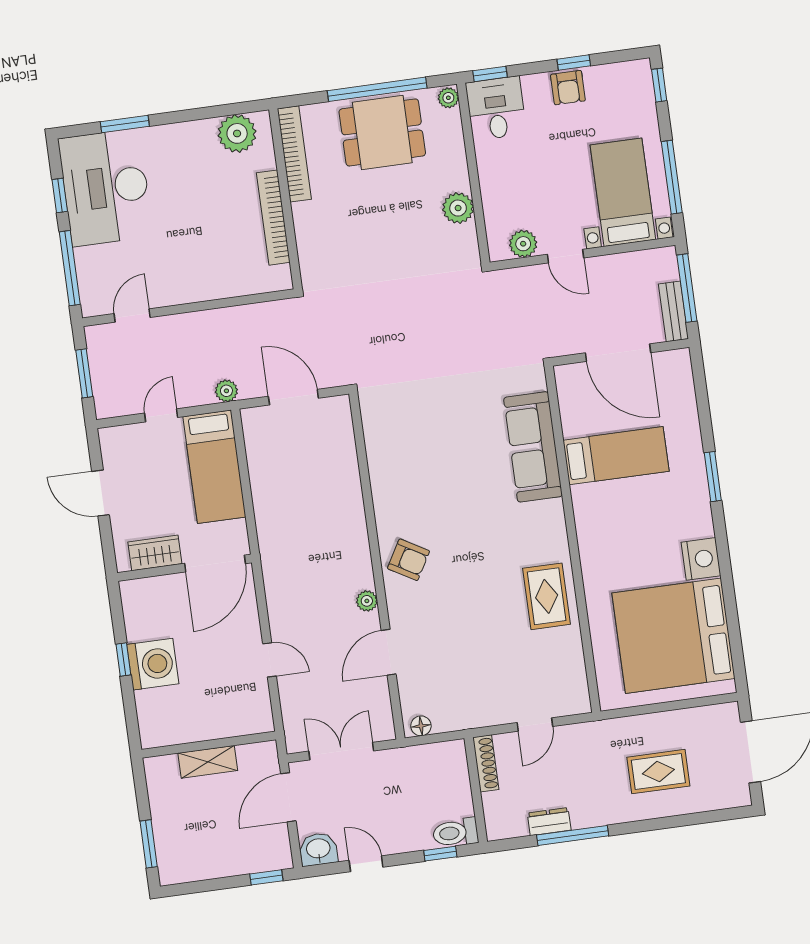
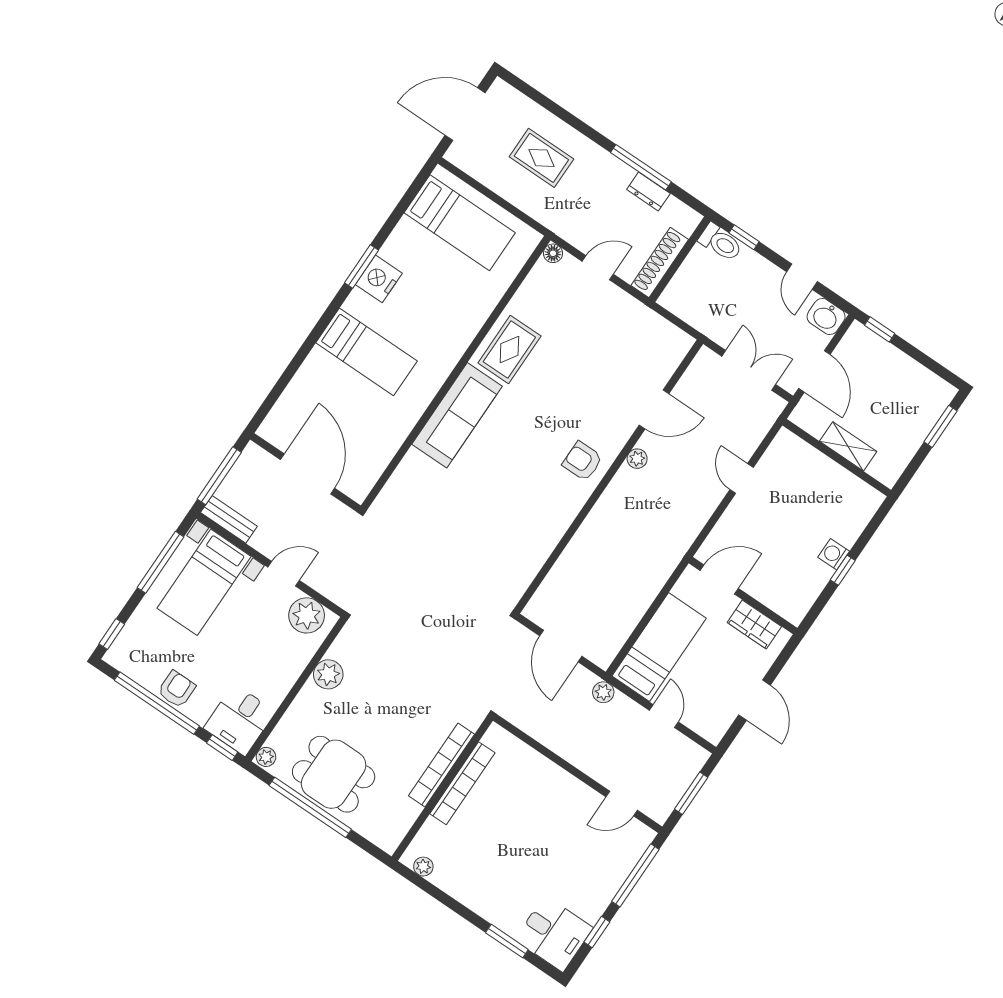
window: (574, 62) -> (157, 703), width x3.17
plant: (237, 133) -> (423, 867), width x0.53, depth x0.53
bookcase: (294, 154) -> (441, 765), moved
desk: (106, 187) -> (554, 934), width x0.53, depth x0.77
plant: (523, 244) -> (307, 615), width x1.36, depth x1.36
door: (566, 256) -> (284, 574), hinge flipped
bench: (673, 311) -> (229, 519), moved, turned 90
door: (161, 415) -> (664, 716), swing flipped
sofa: (533, 447) -> (457, 415), moved
bed: (616, 456) -> (366, 352), moved, turned 180
window: (713, 477) -> (361, 267), moved
armchair: (409, 560) -> (582, 461), turned -30
door: (215, 564) -> (719, 579), width x0.73
bed: (673, 636) -> (460, 223), width x0.49
washing machine: (153, 664) -> (834, 554), width x0.53, depth x0.53
floor lamp: (421, 726) -> (553, 253), moved
double door: (341, 751) -> (749, 370), swing flipped
shoe rack: (486, 763) -> (660, 263), width x1.36, depth x1.24
door: (288, 797) -> (814, 371), hinge flipped

